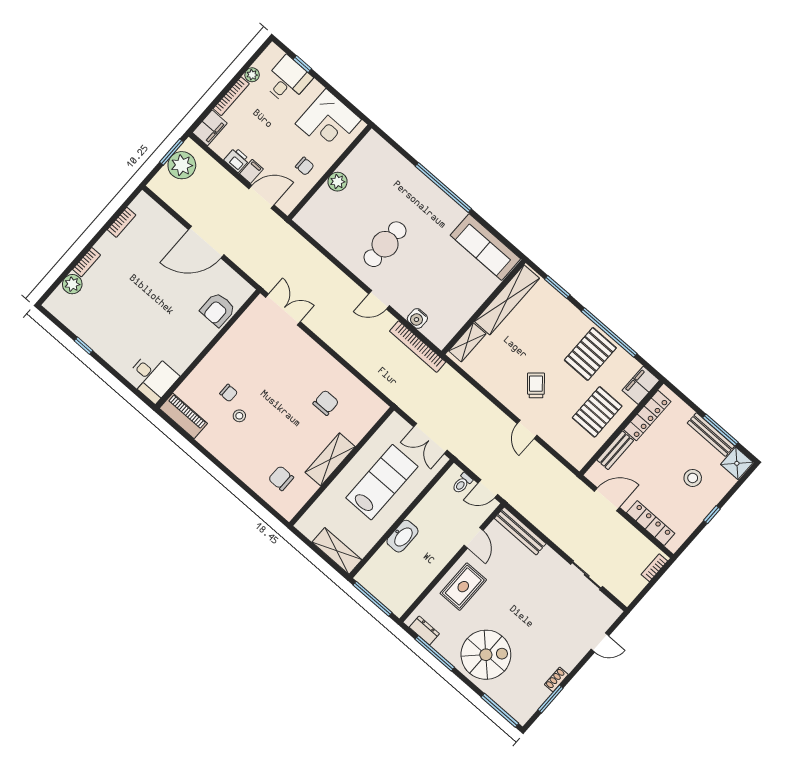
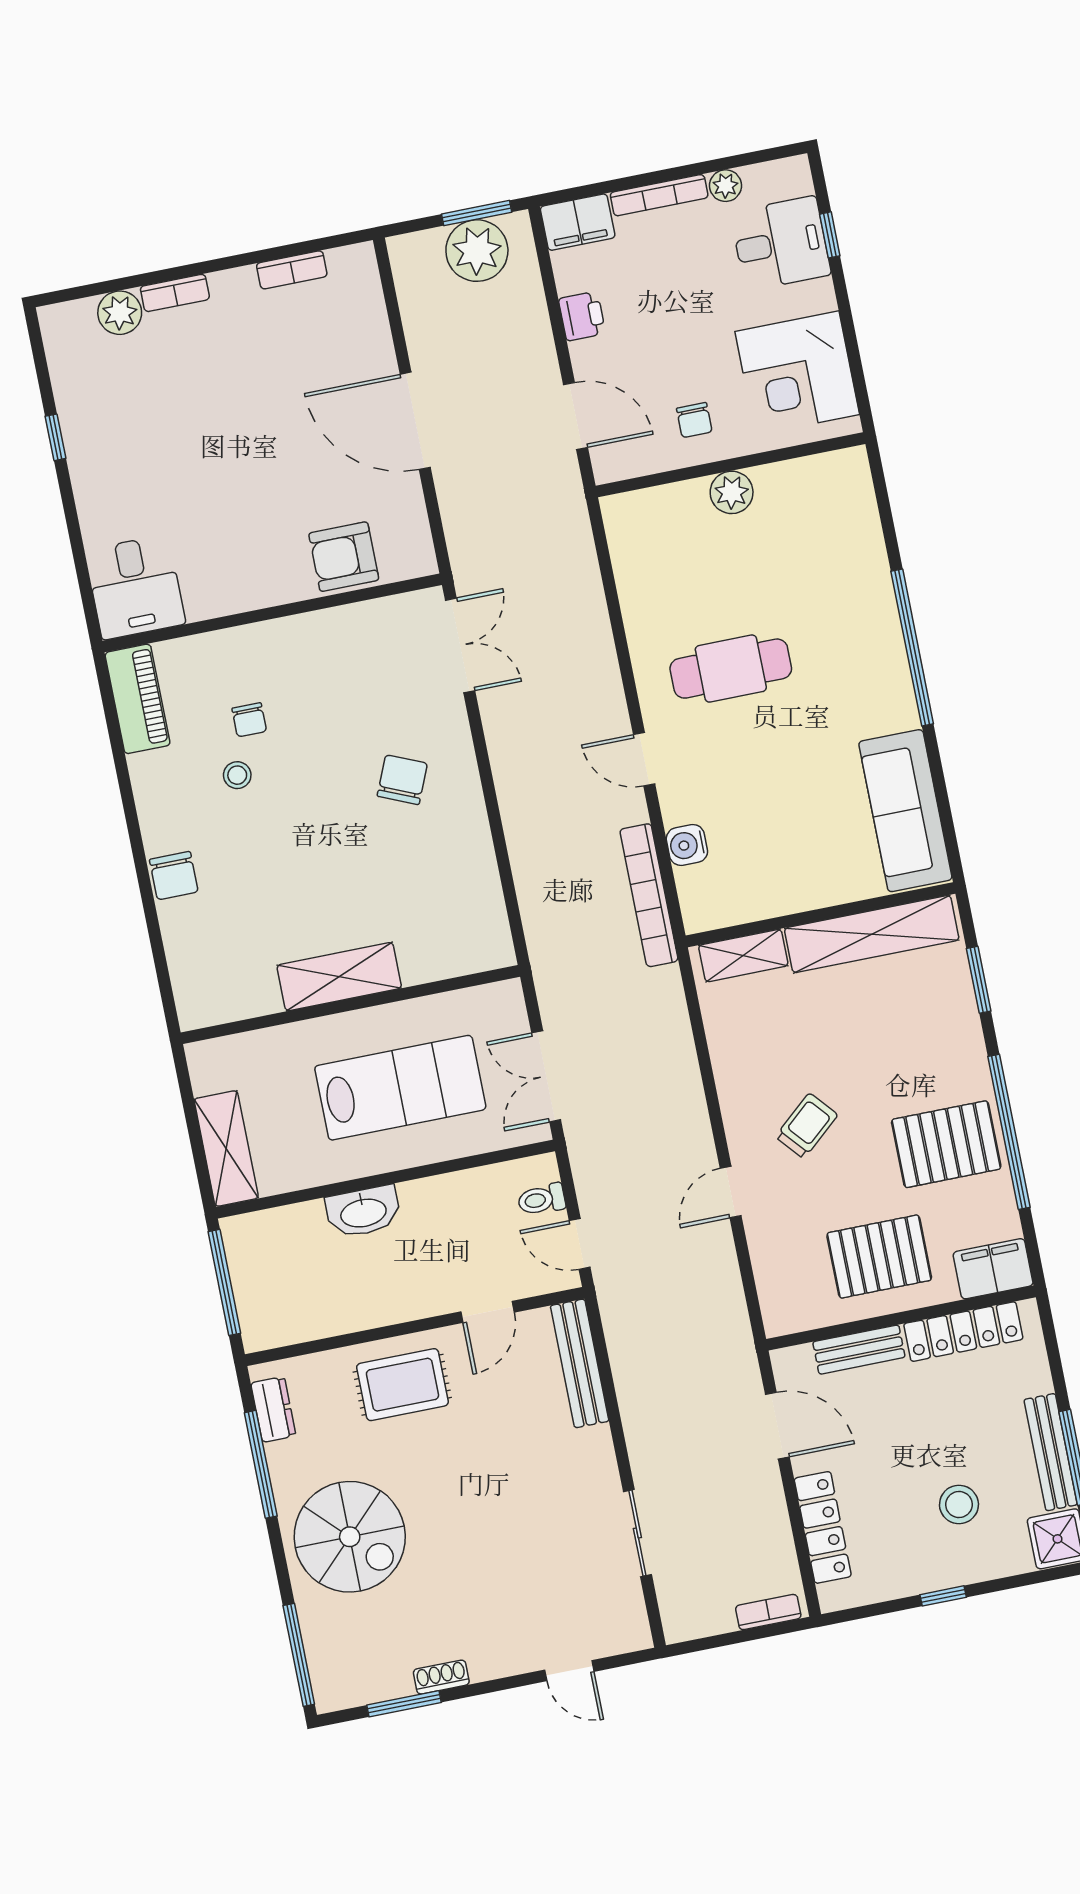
filing cabinet: (251, 171) -> (592, 357), removed
chair: (326, 403) -> (402, 780), moved, turned -67
chair: (281, 478) -> (174, 876), moved, turned 180

